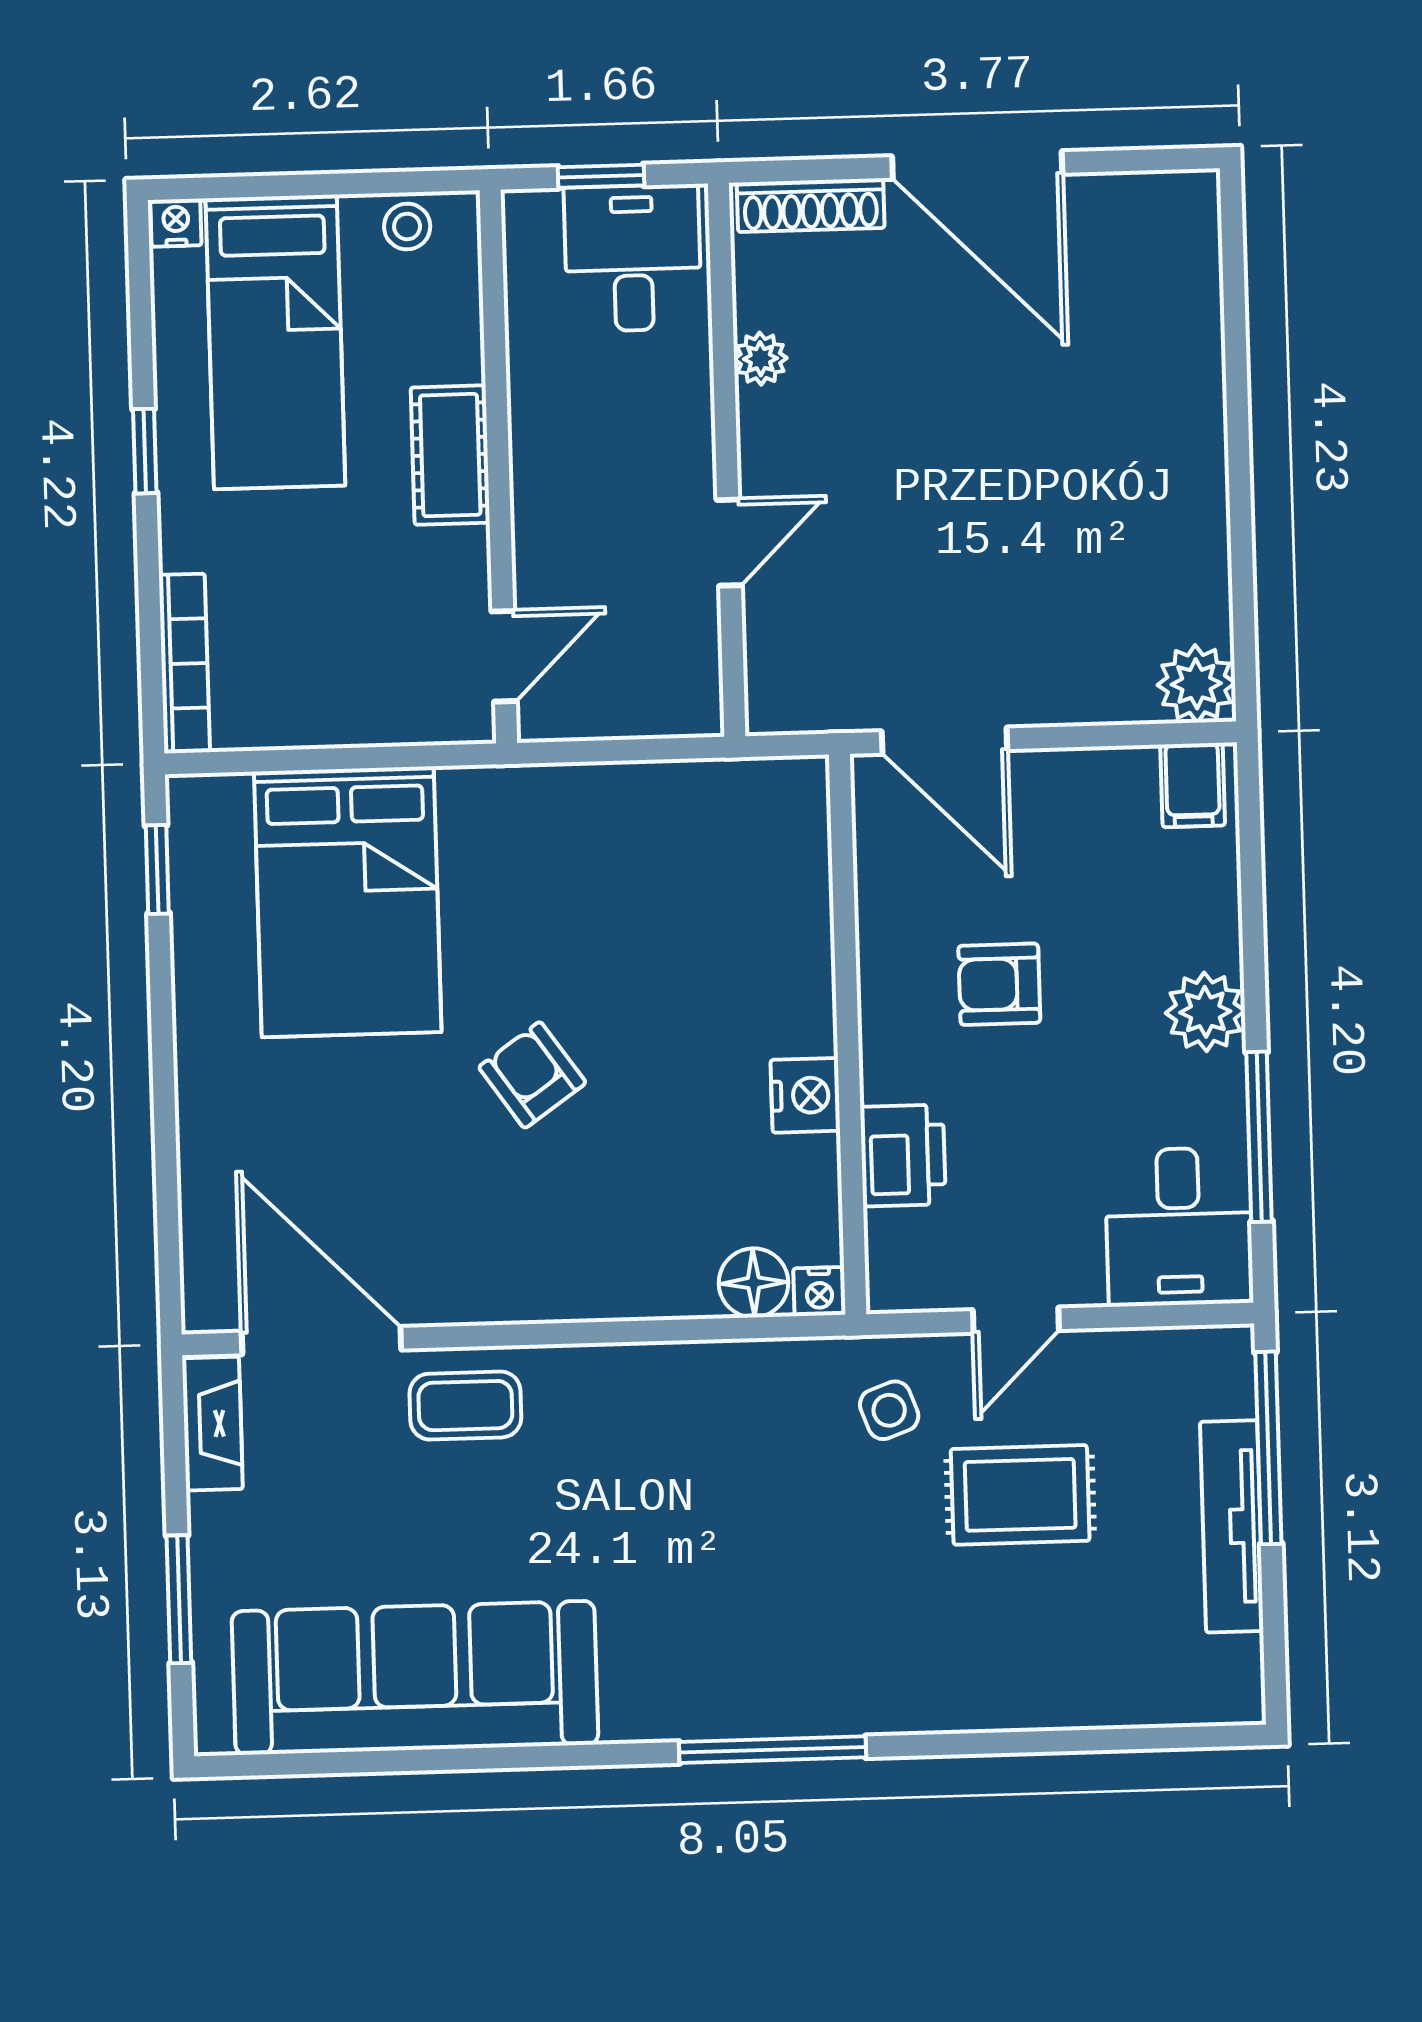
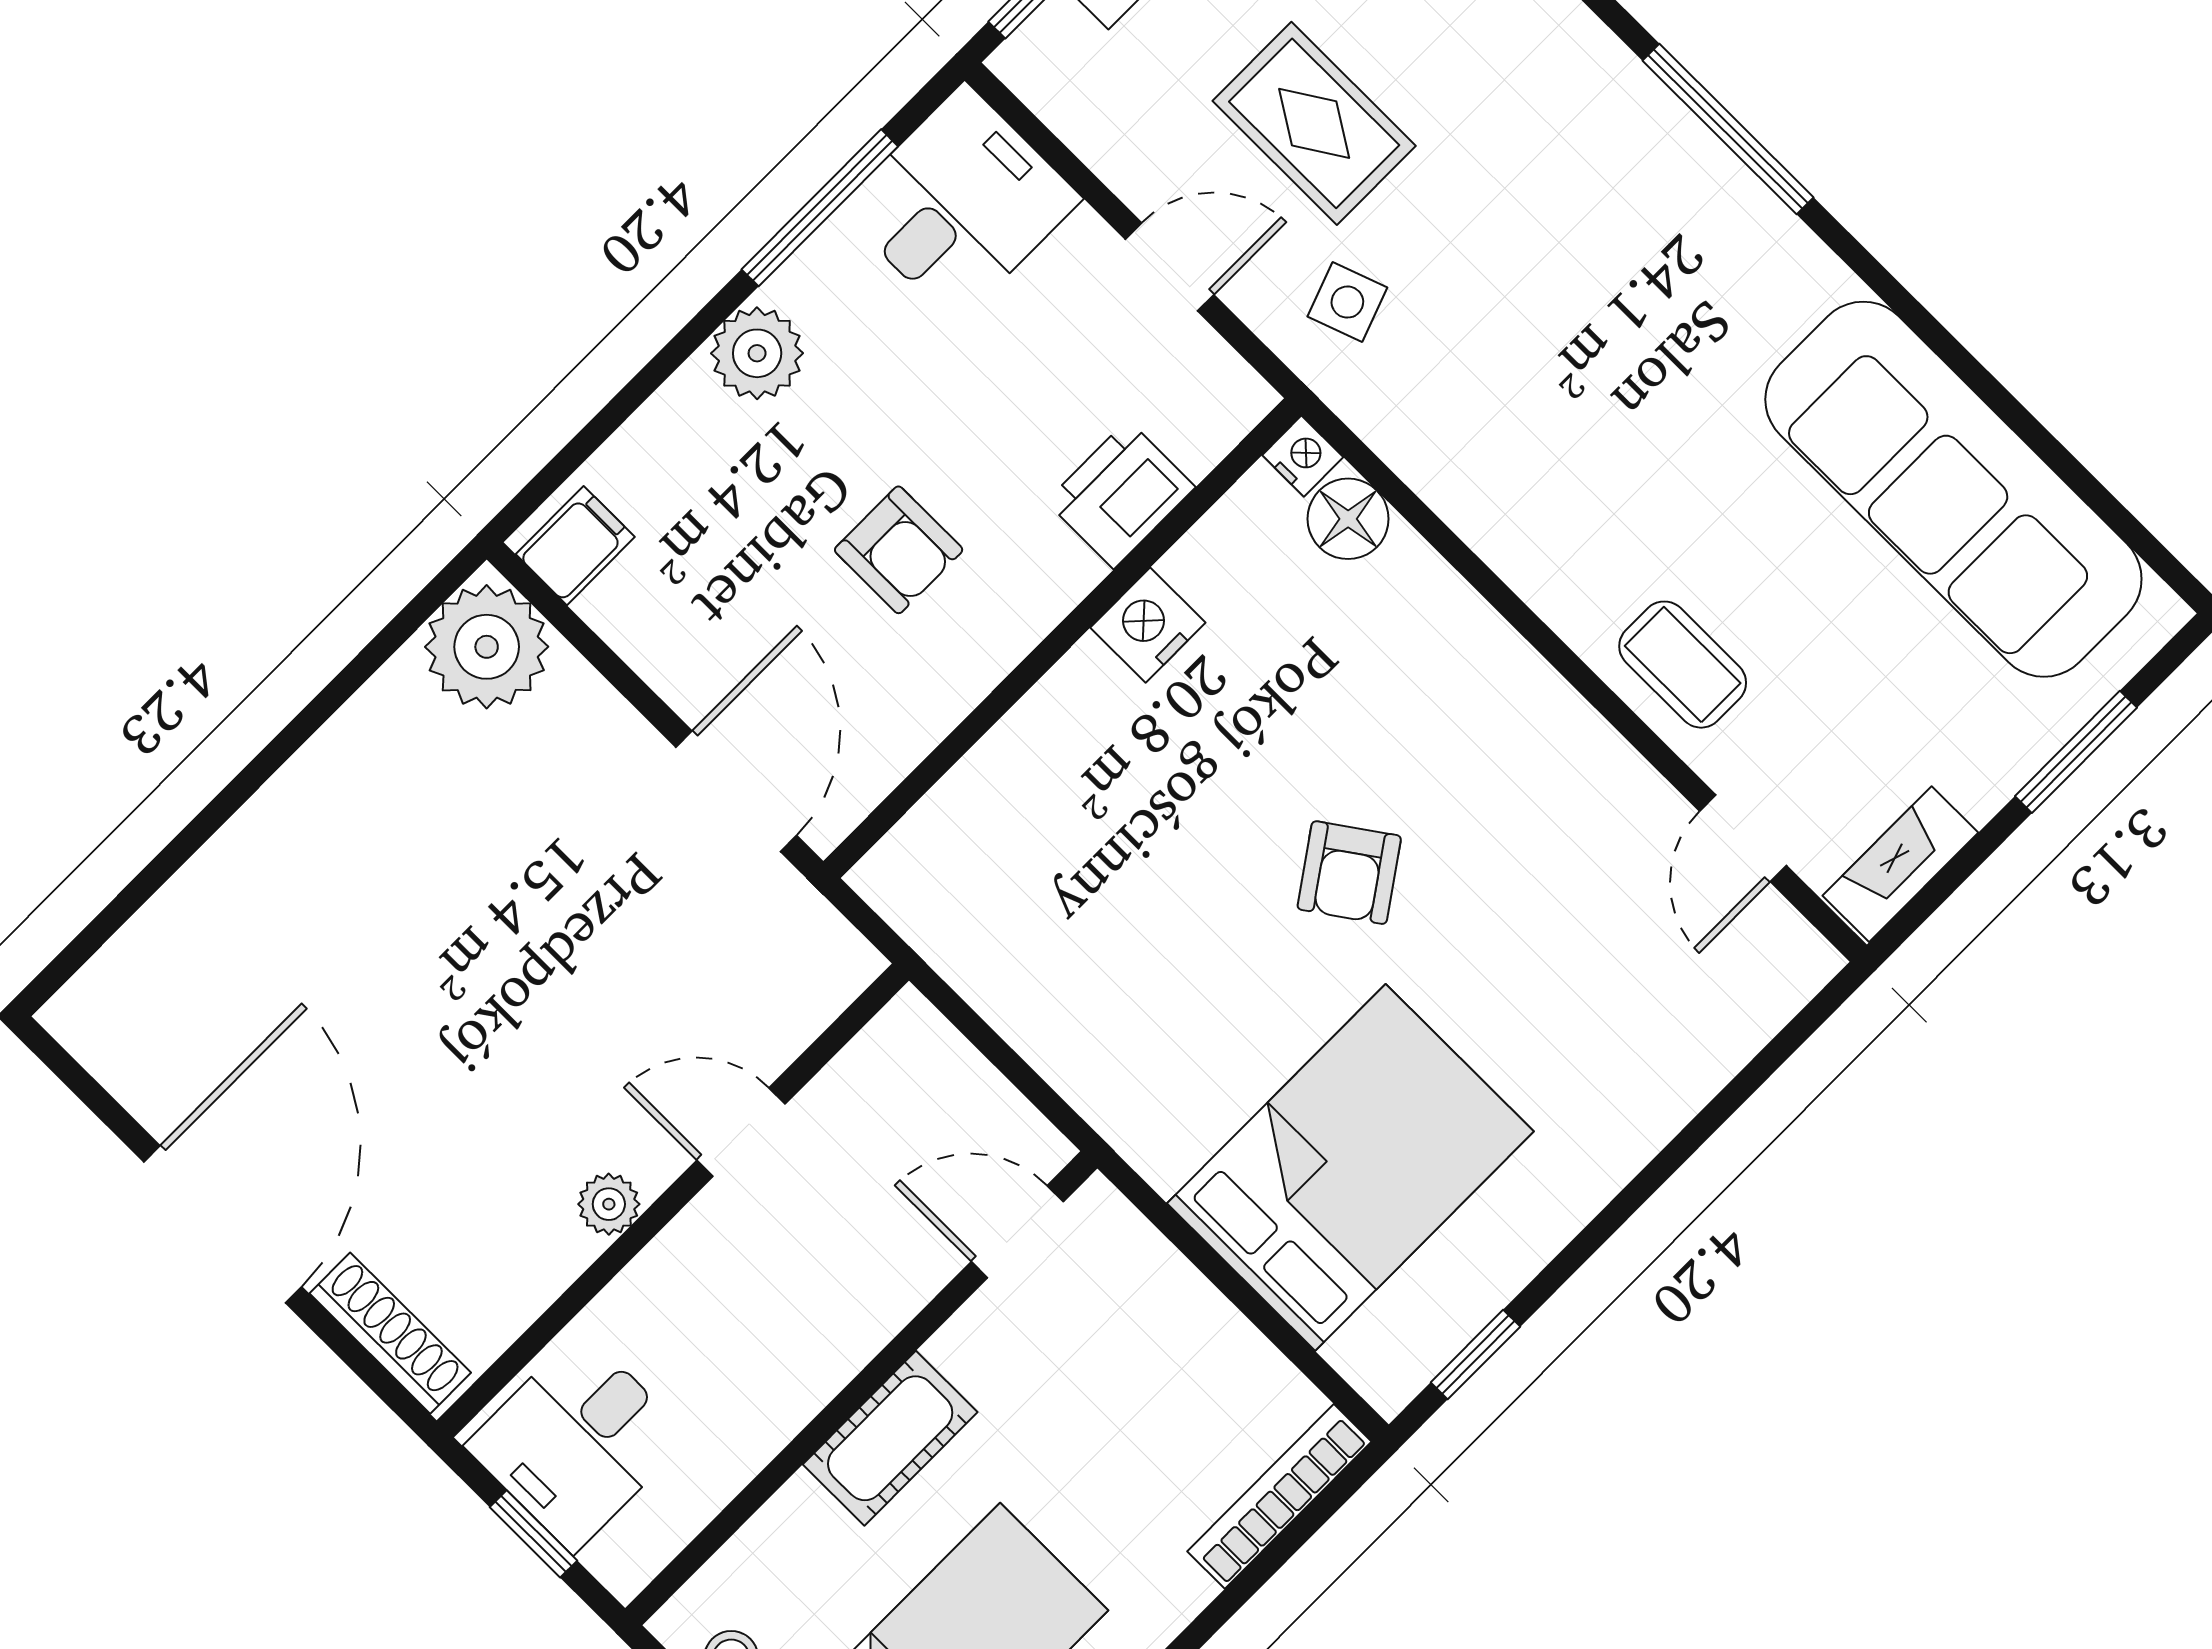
plant: (760, 359) -> (609, 1204), moved
plant: (1196, 684) -> (487, 647), width x1.36, depth x1.36
door: (321, 1341) -> (1743, 838), width x0.53

